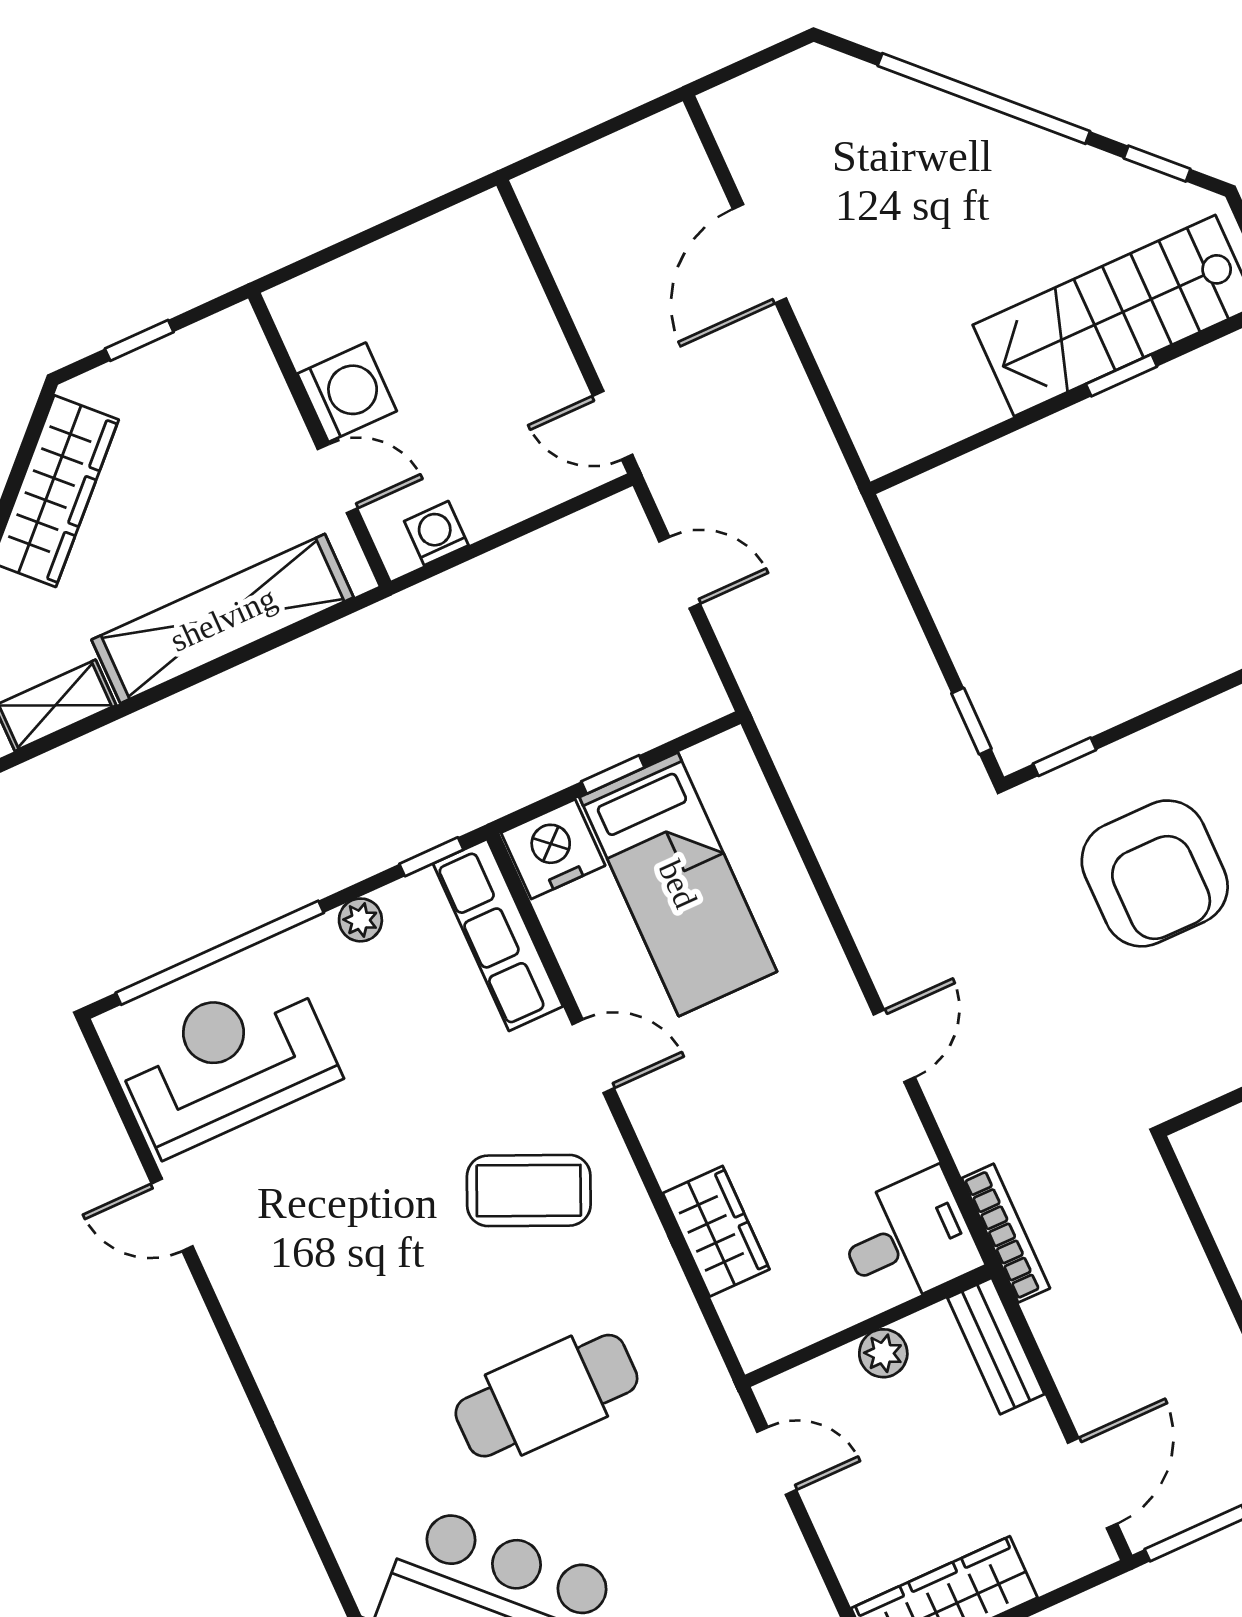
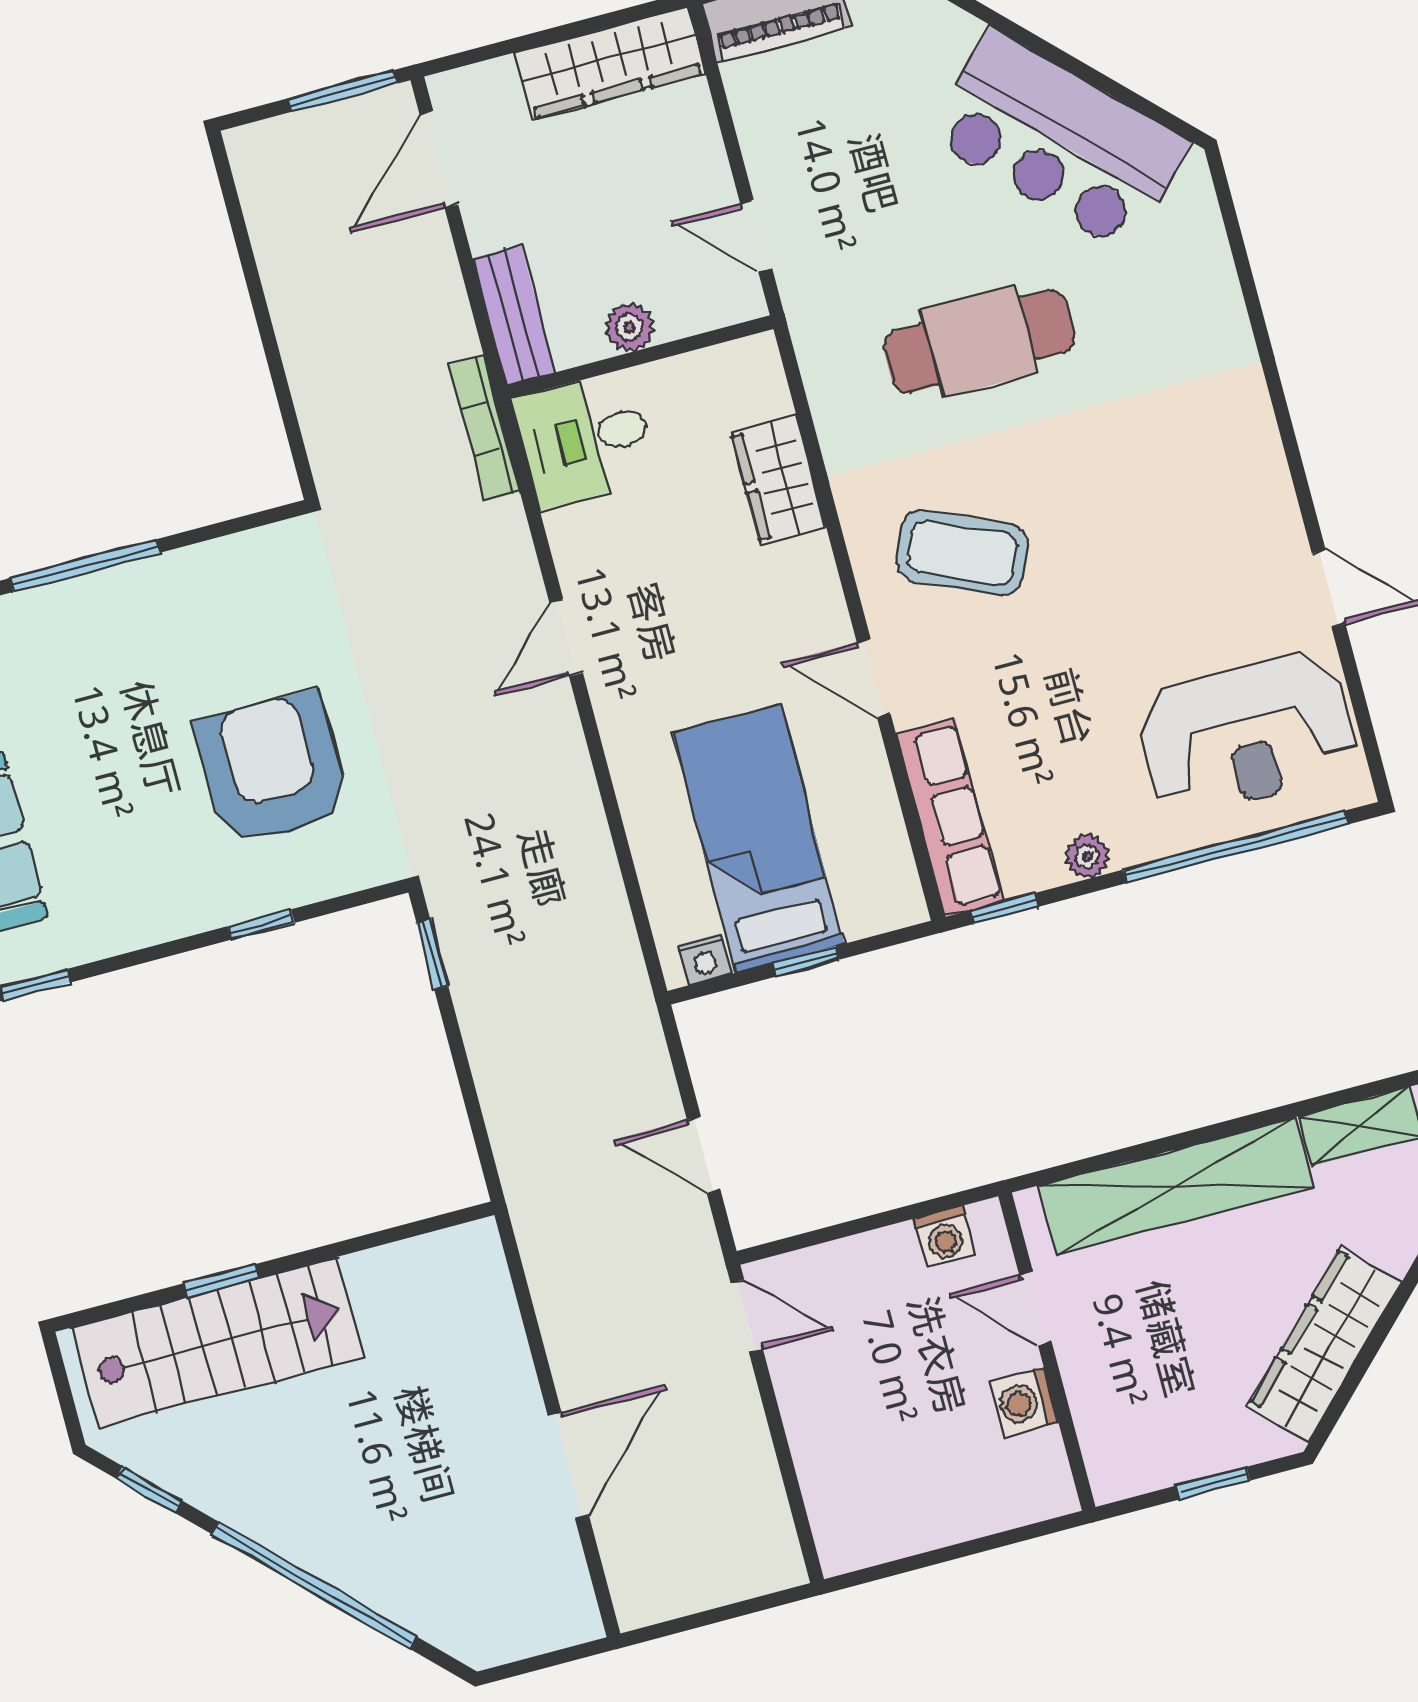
washing machine: (347, 392) -> (1024, 1402), width x0.73, depth x0.73
window: (1065, 757) -> (261, 925), moved
nightstand: (553, 849) -> (705, 959), moved, width x0.53, depth x0.56

